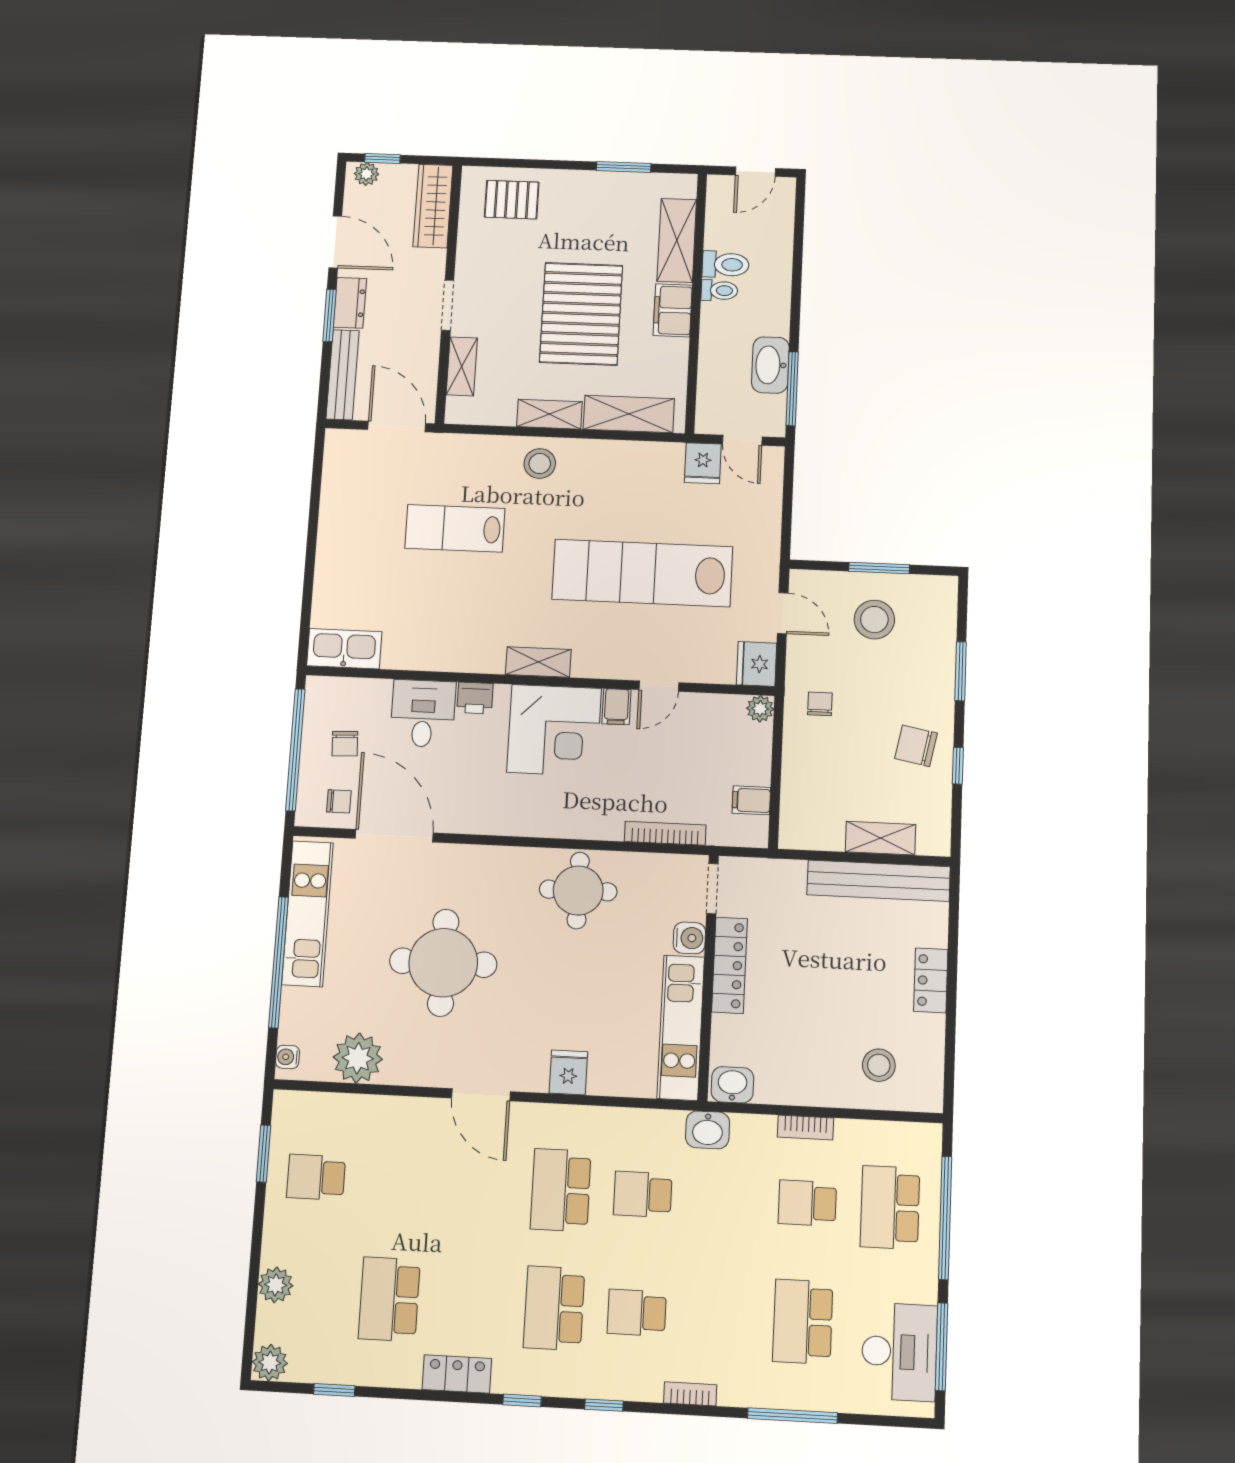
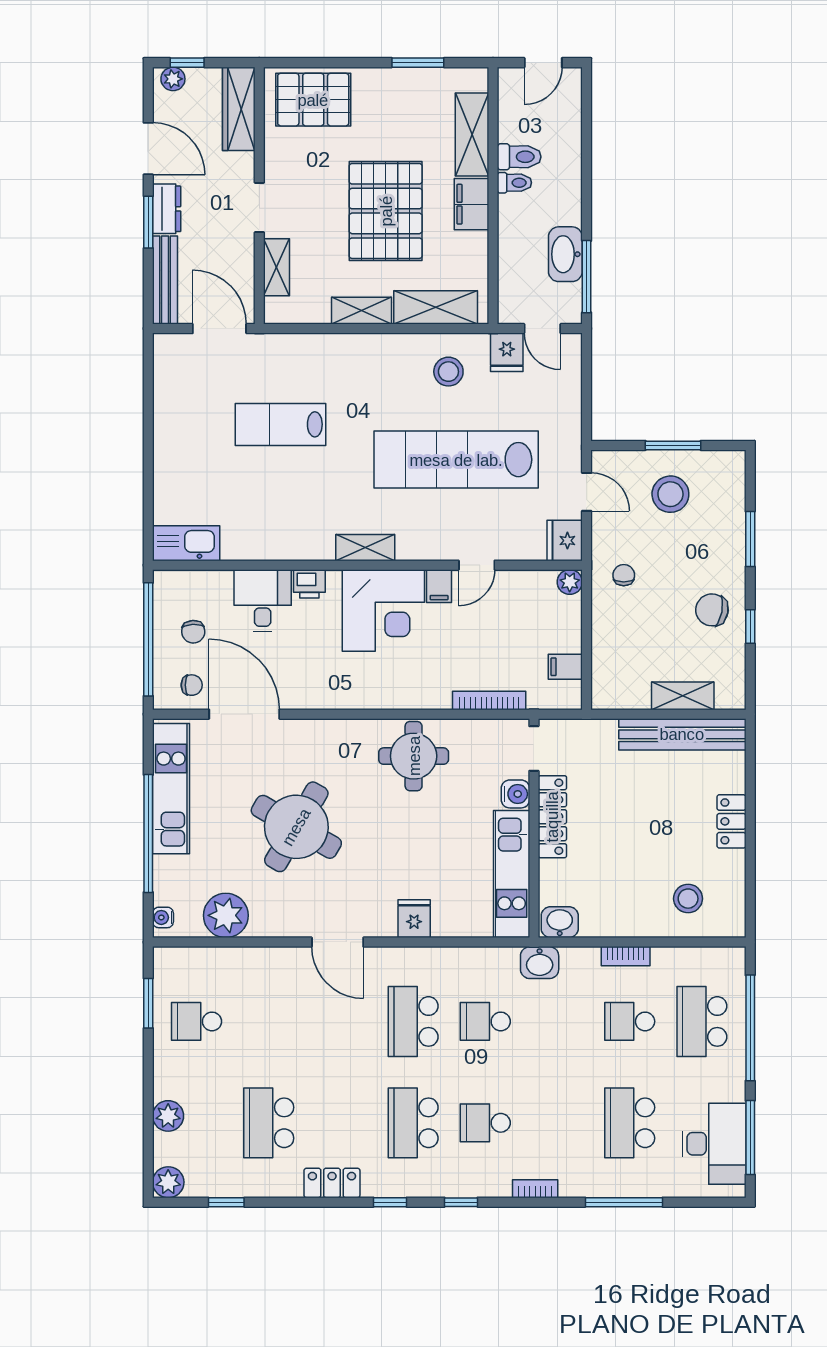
pallet: (512, 200) -> (313, 100), width x1.50, depth x1.42
stool: (540, 464) -> (448, 372), moved
round table: (443, 963) -> (296, 827), turned 30

